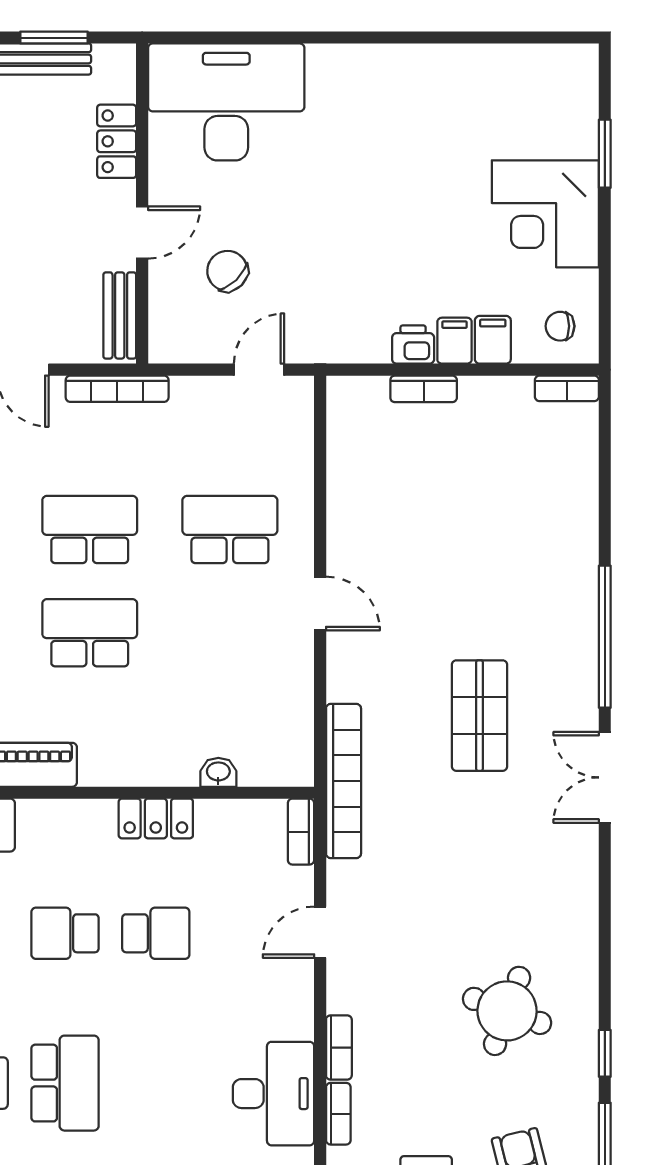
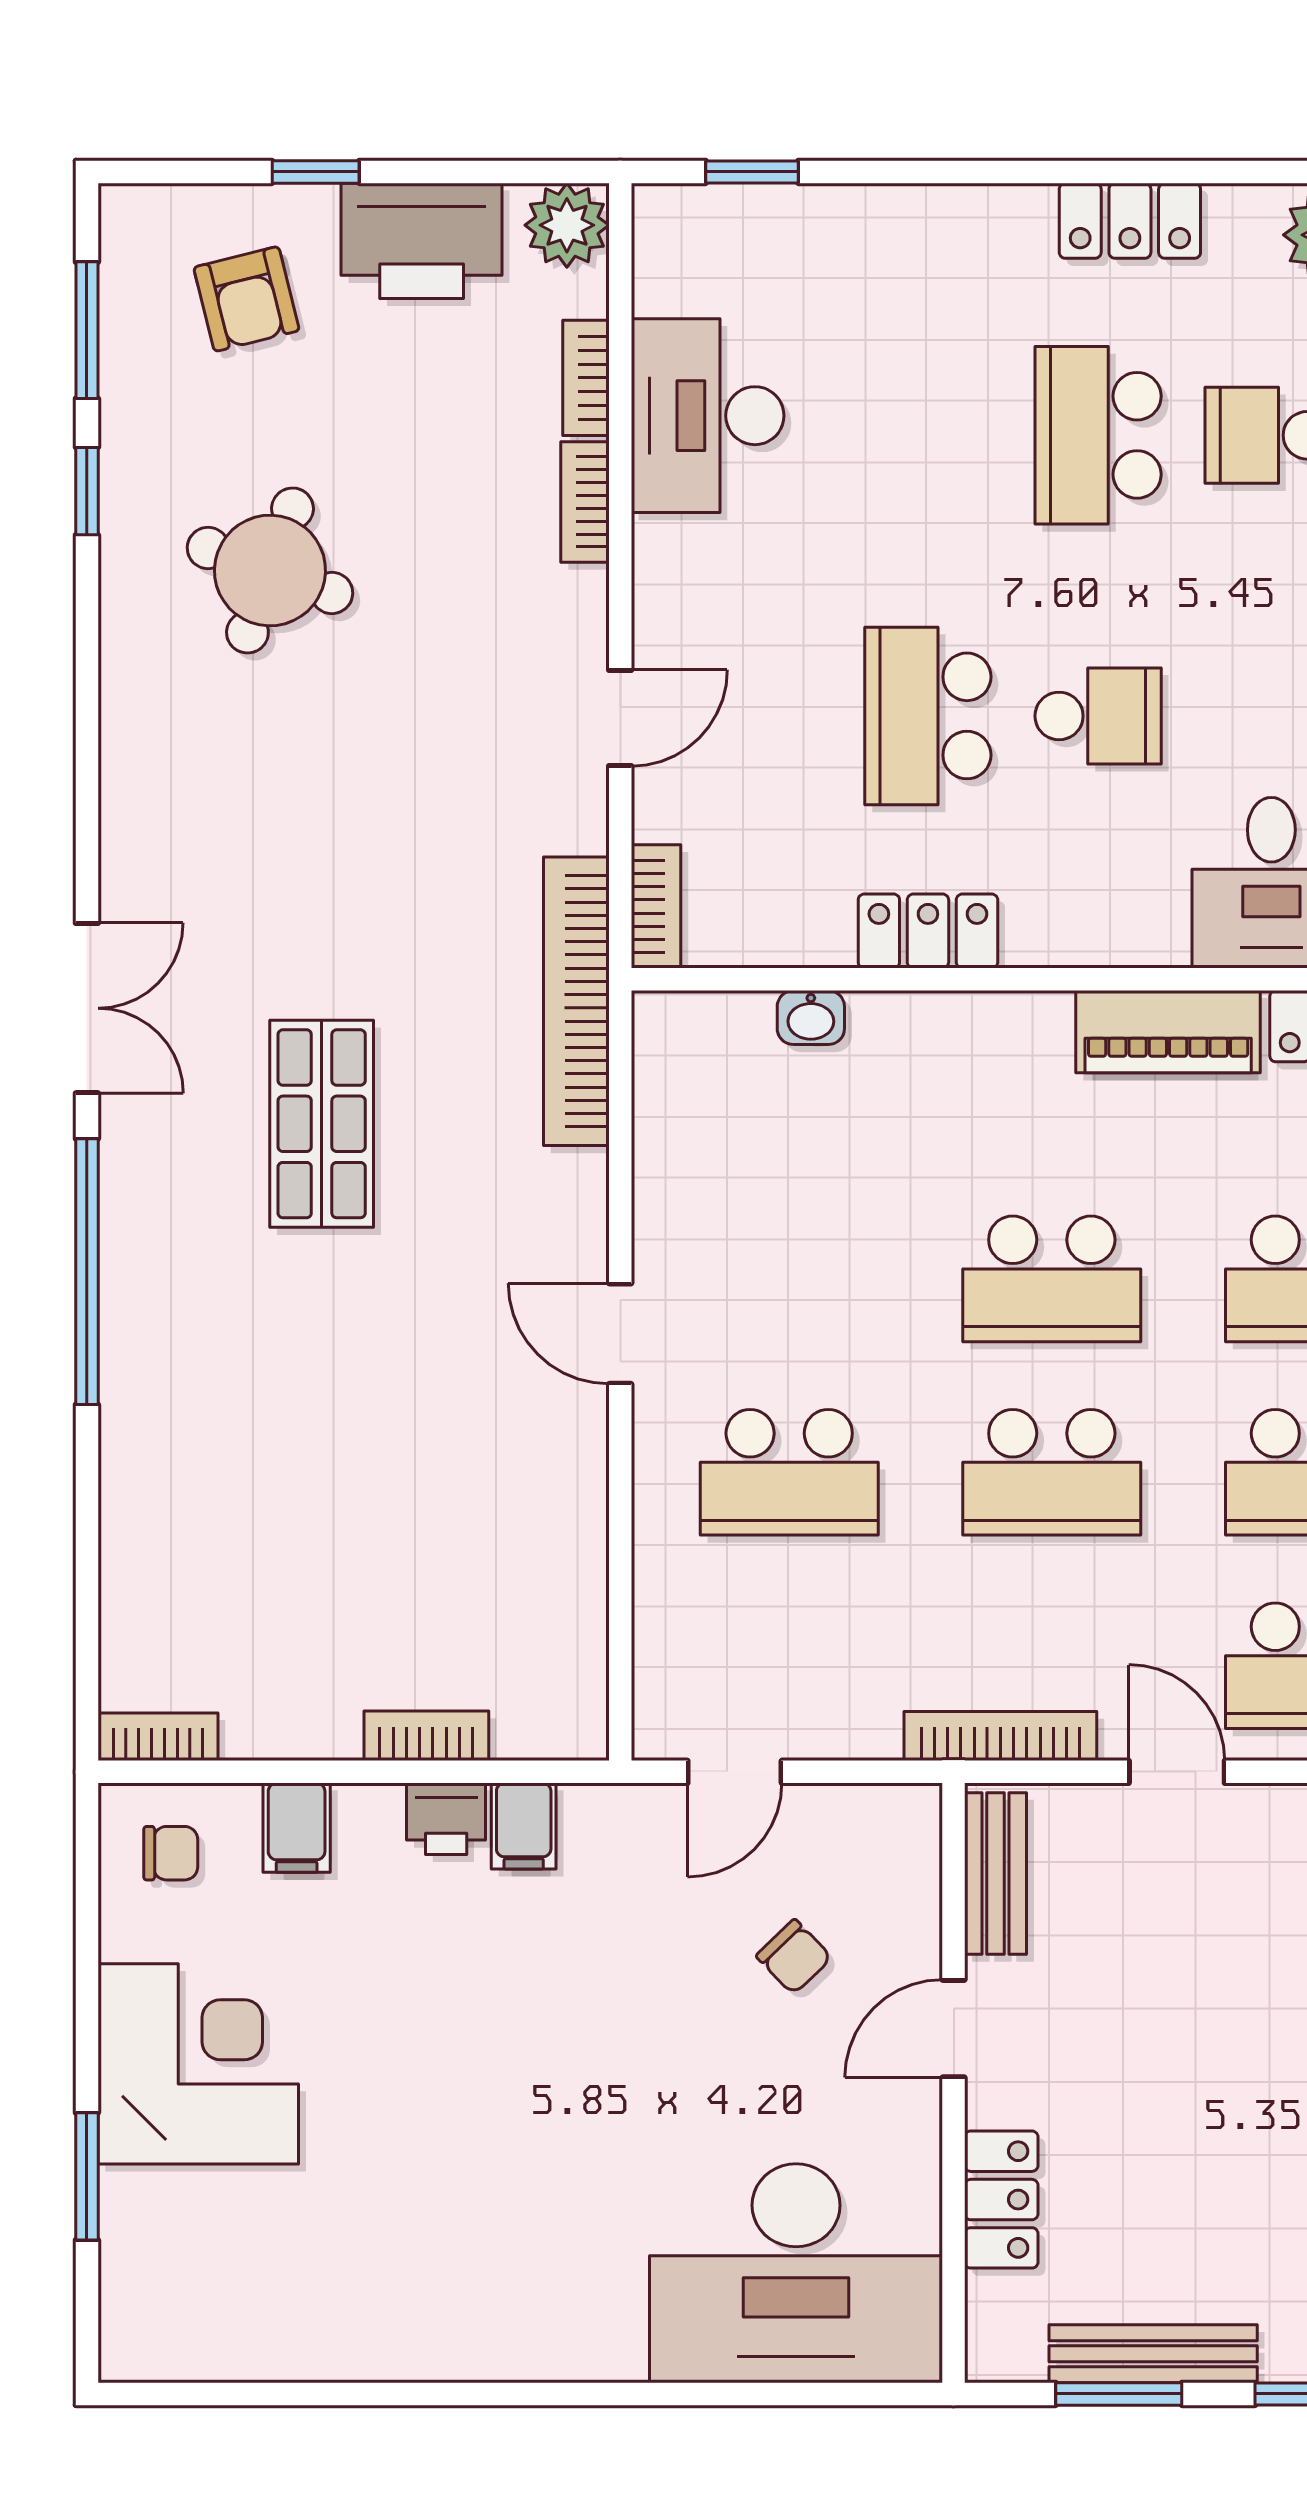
chair: (227, 271) -> (794, 1957), width x0.73, depth x0.73
filing cabinet: (455, 341) -> (524, 1826), moved
school desk: (156, 933) -> (928, 716), width x1.85

